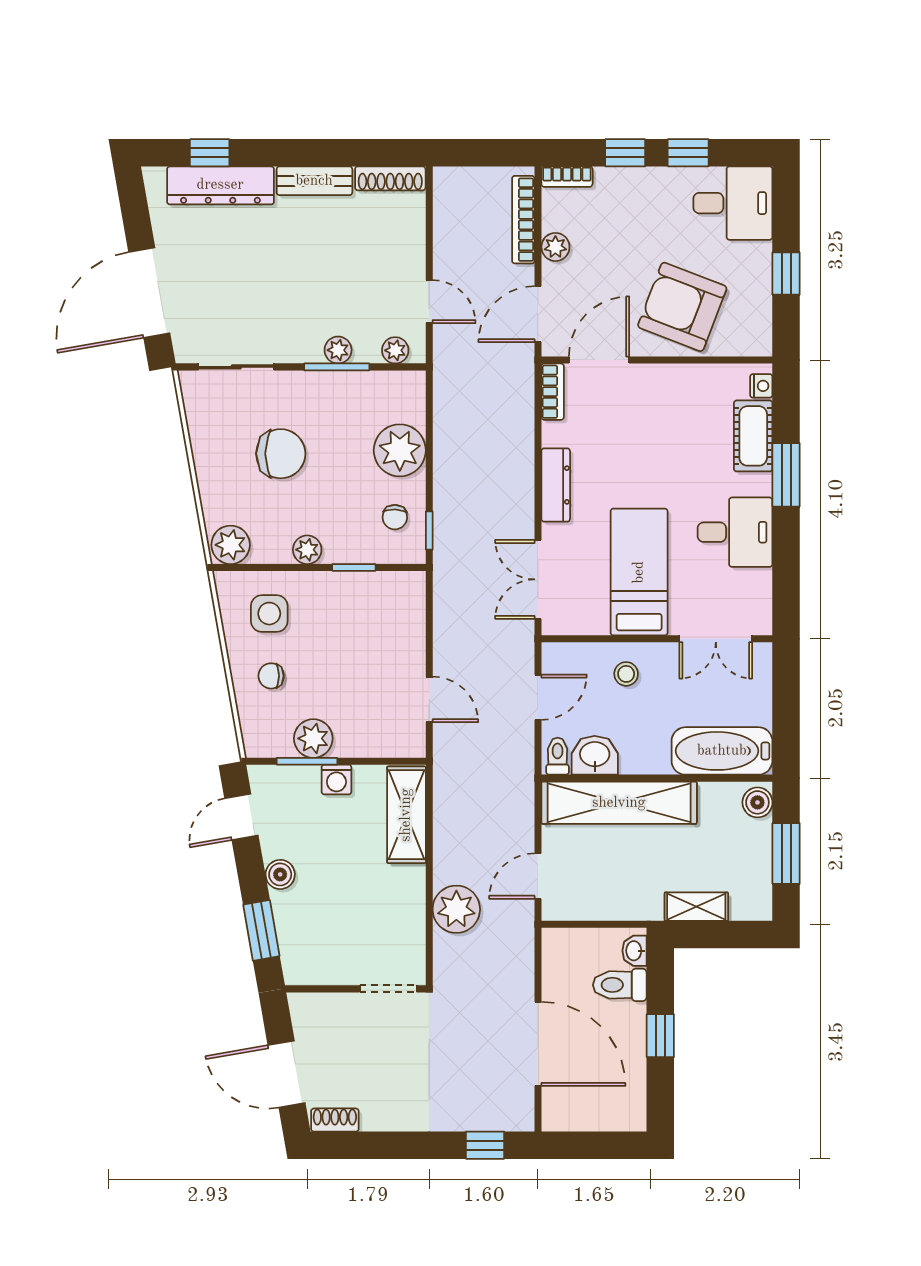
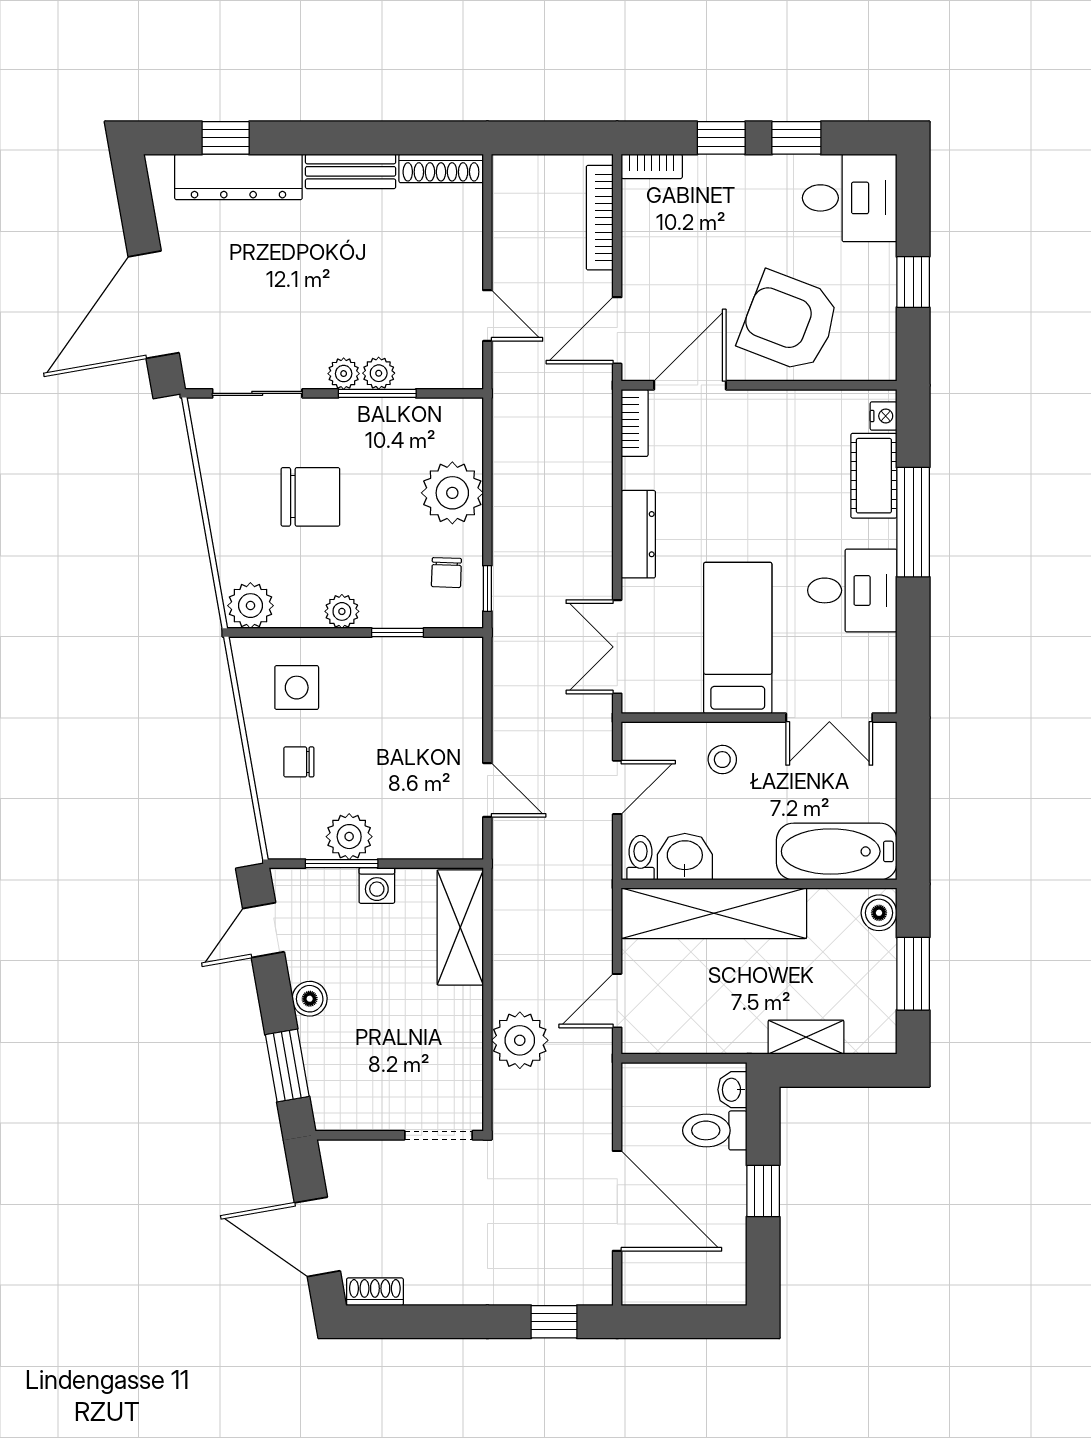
plant: (555, 247) -> (638, 250), removed
plant: (395, 350) -> (344, 374), moved
window: (786, 475) -> (913, 522), width x1.44

